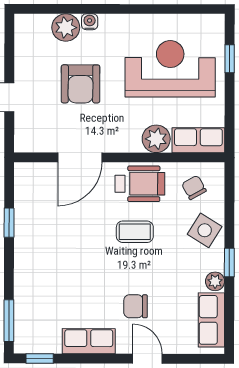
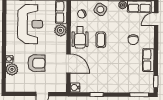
reception desk: (170, 69) -> (30, 24), turned 180
water cooler: (25, 173) -> (75, 88), added
wheelchair: (140, 184) -> (80, 37), turned 180
door: (147, 359) -> (156, 19), moved

